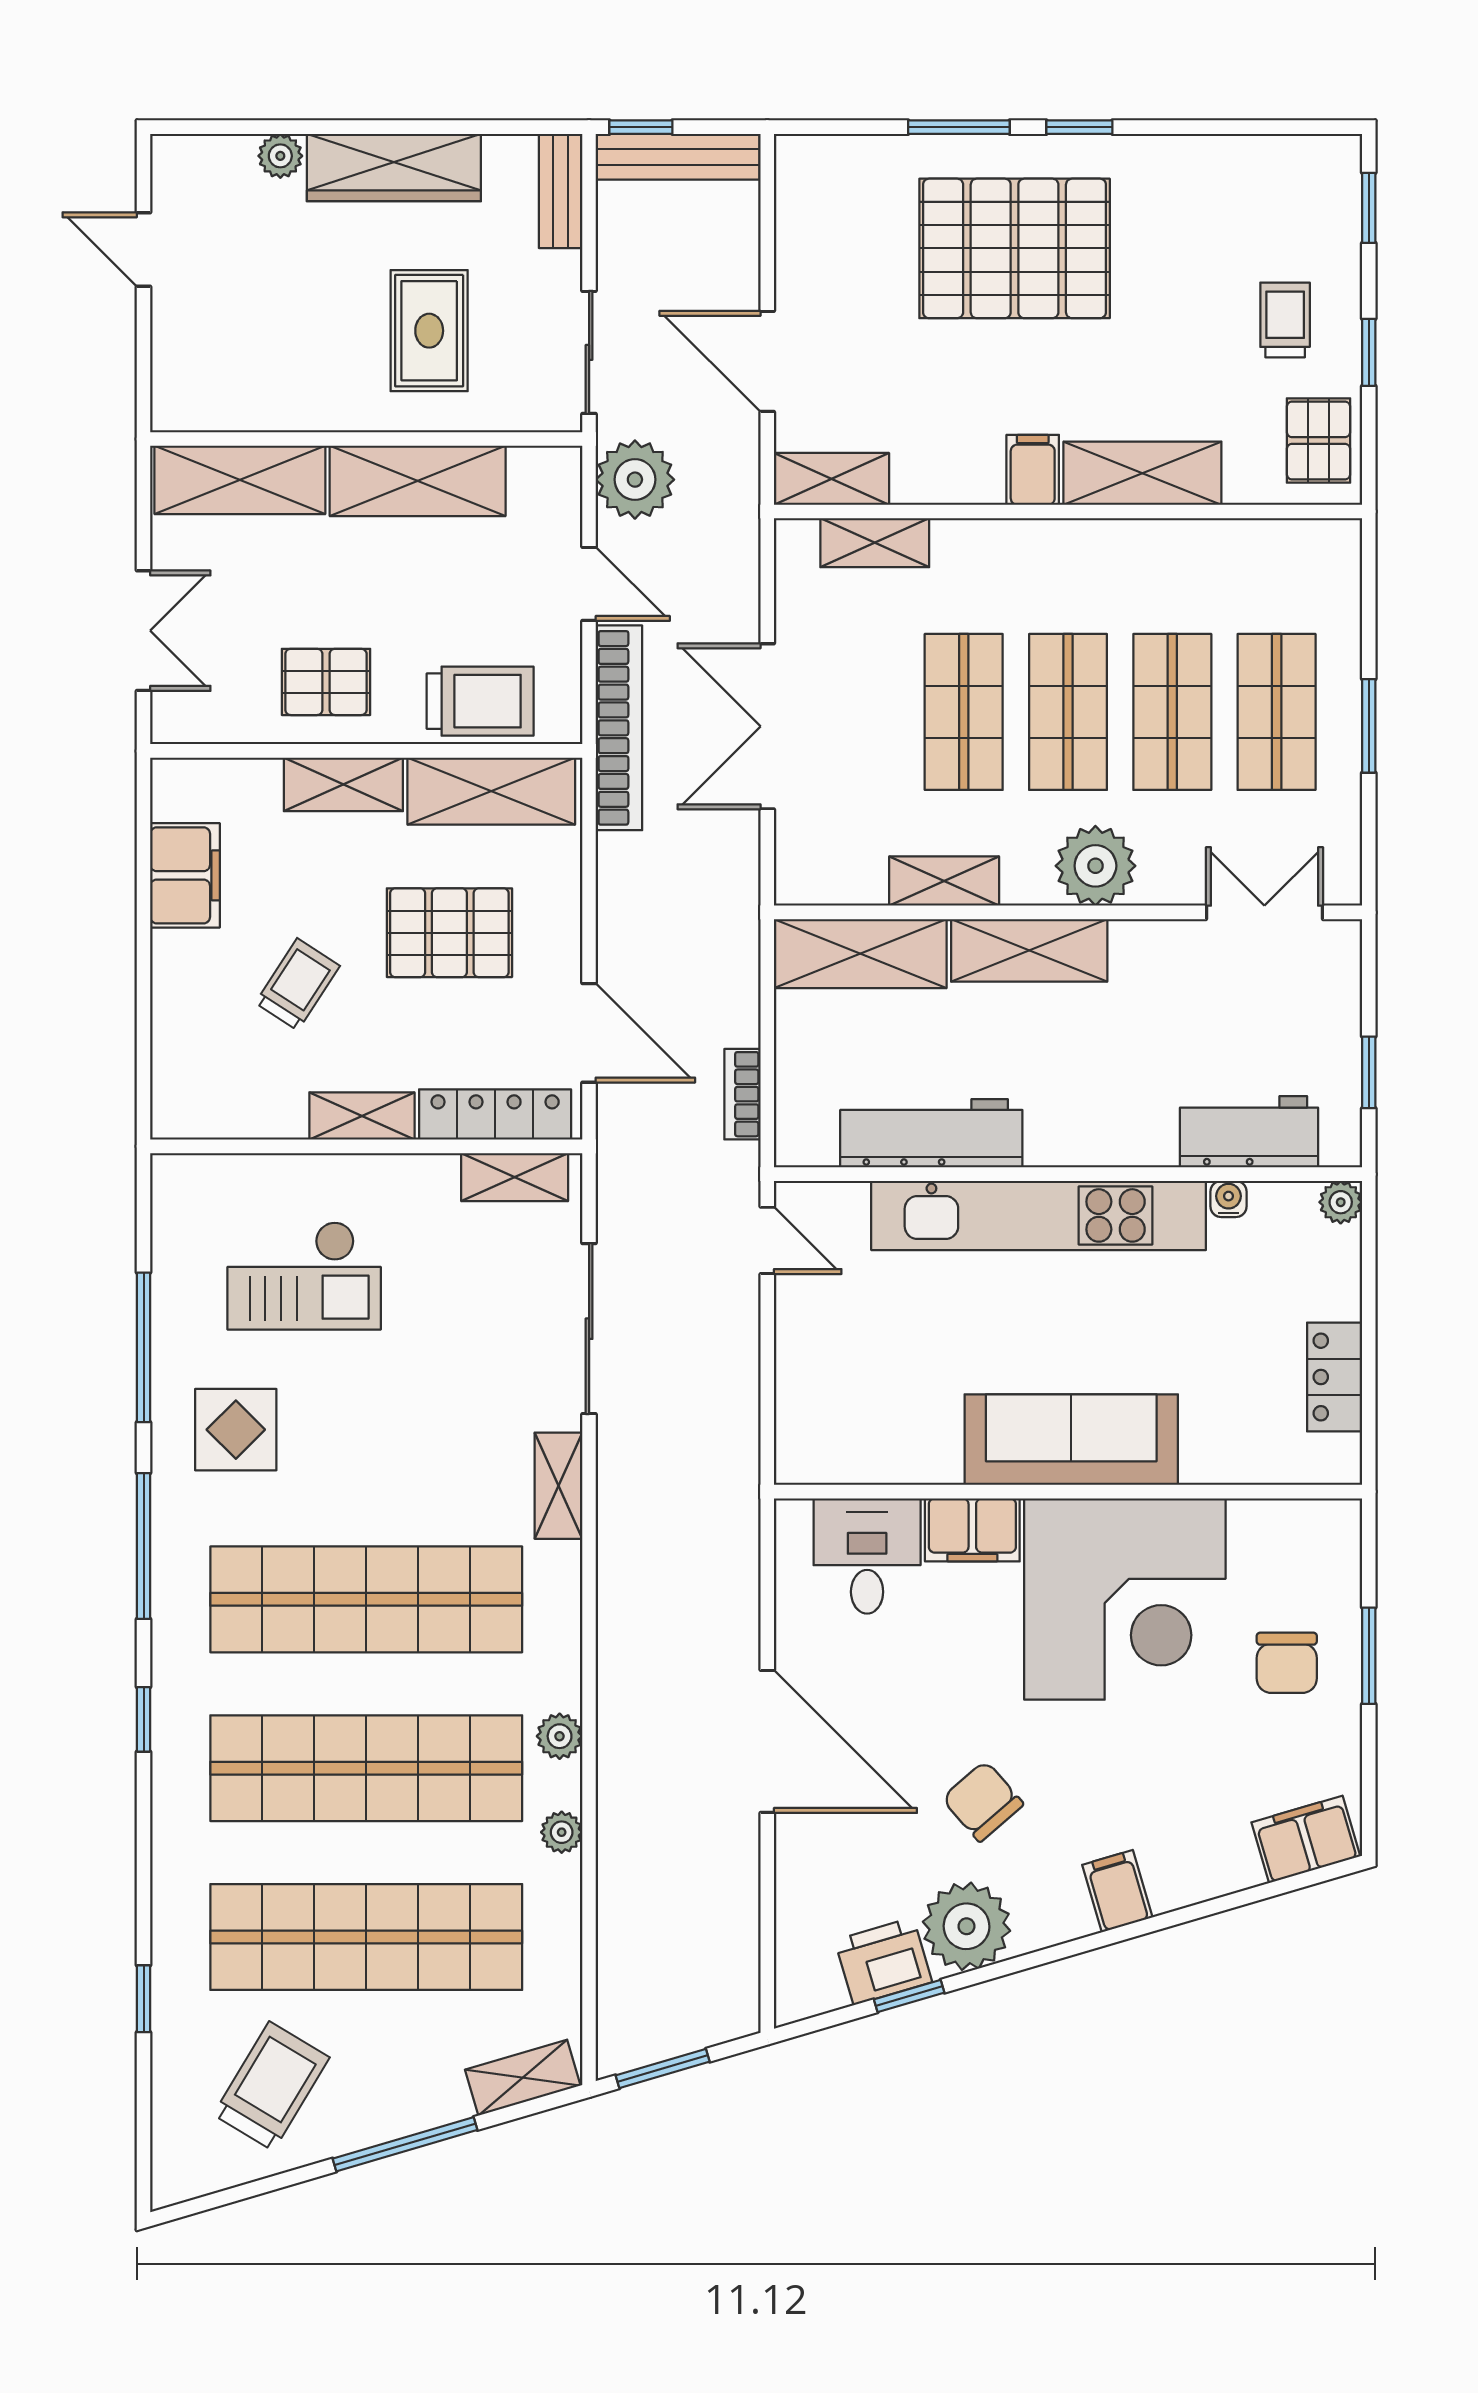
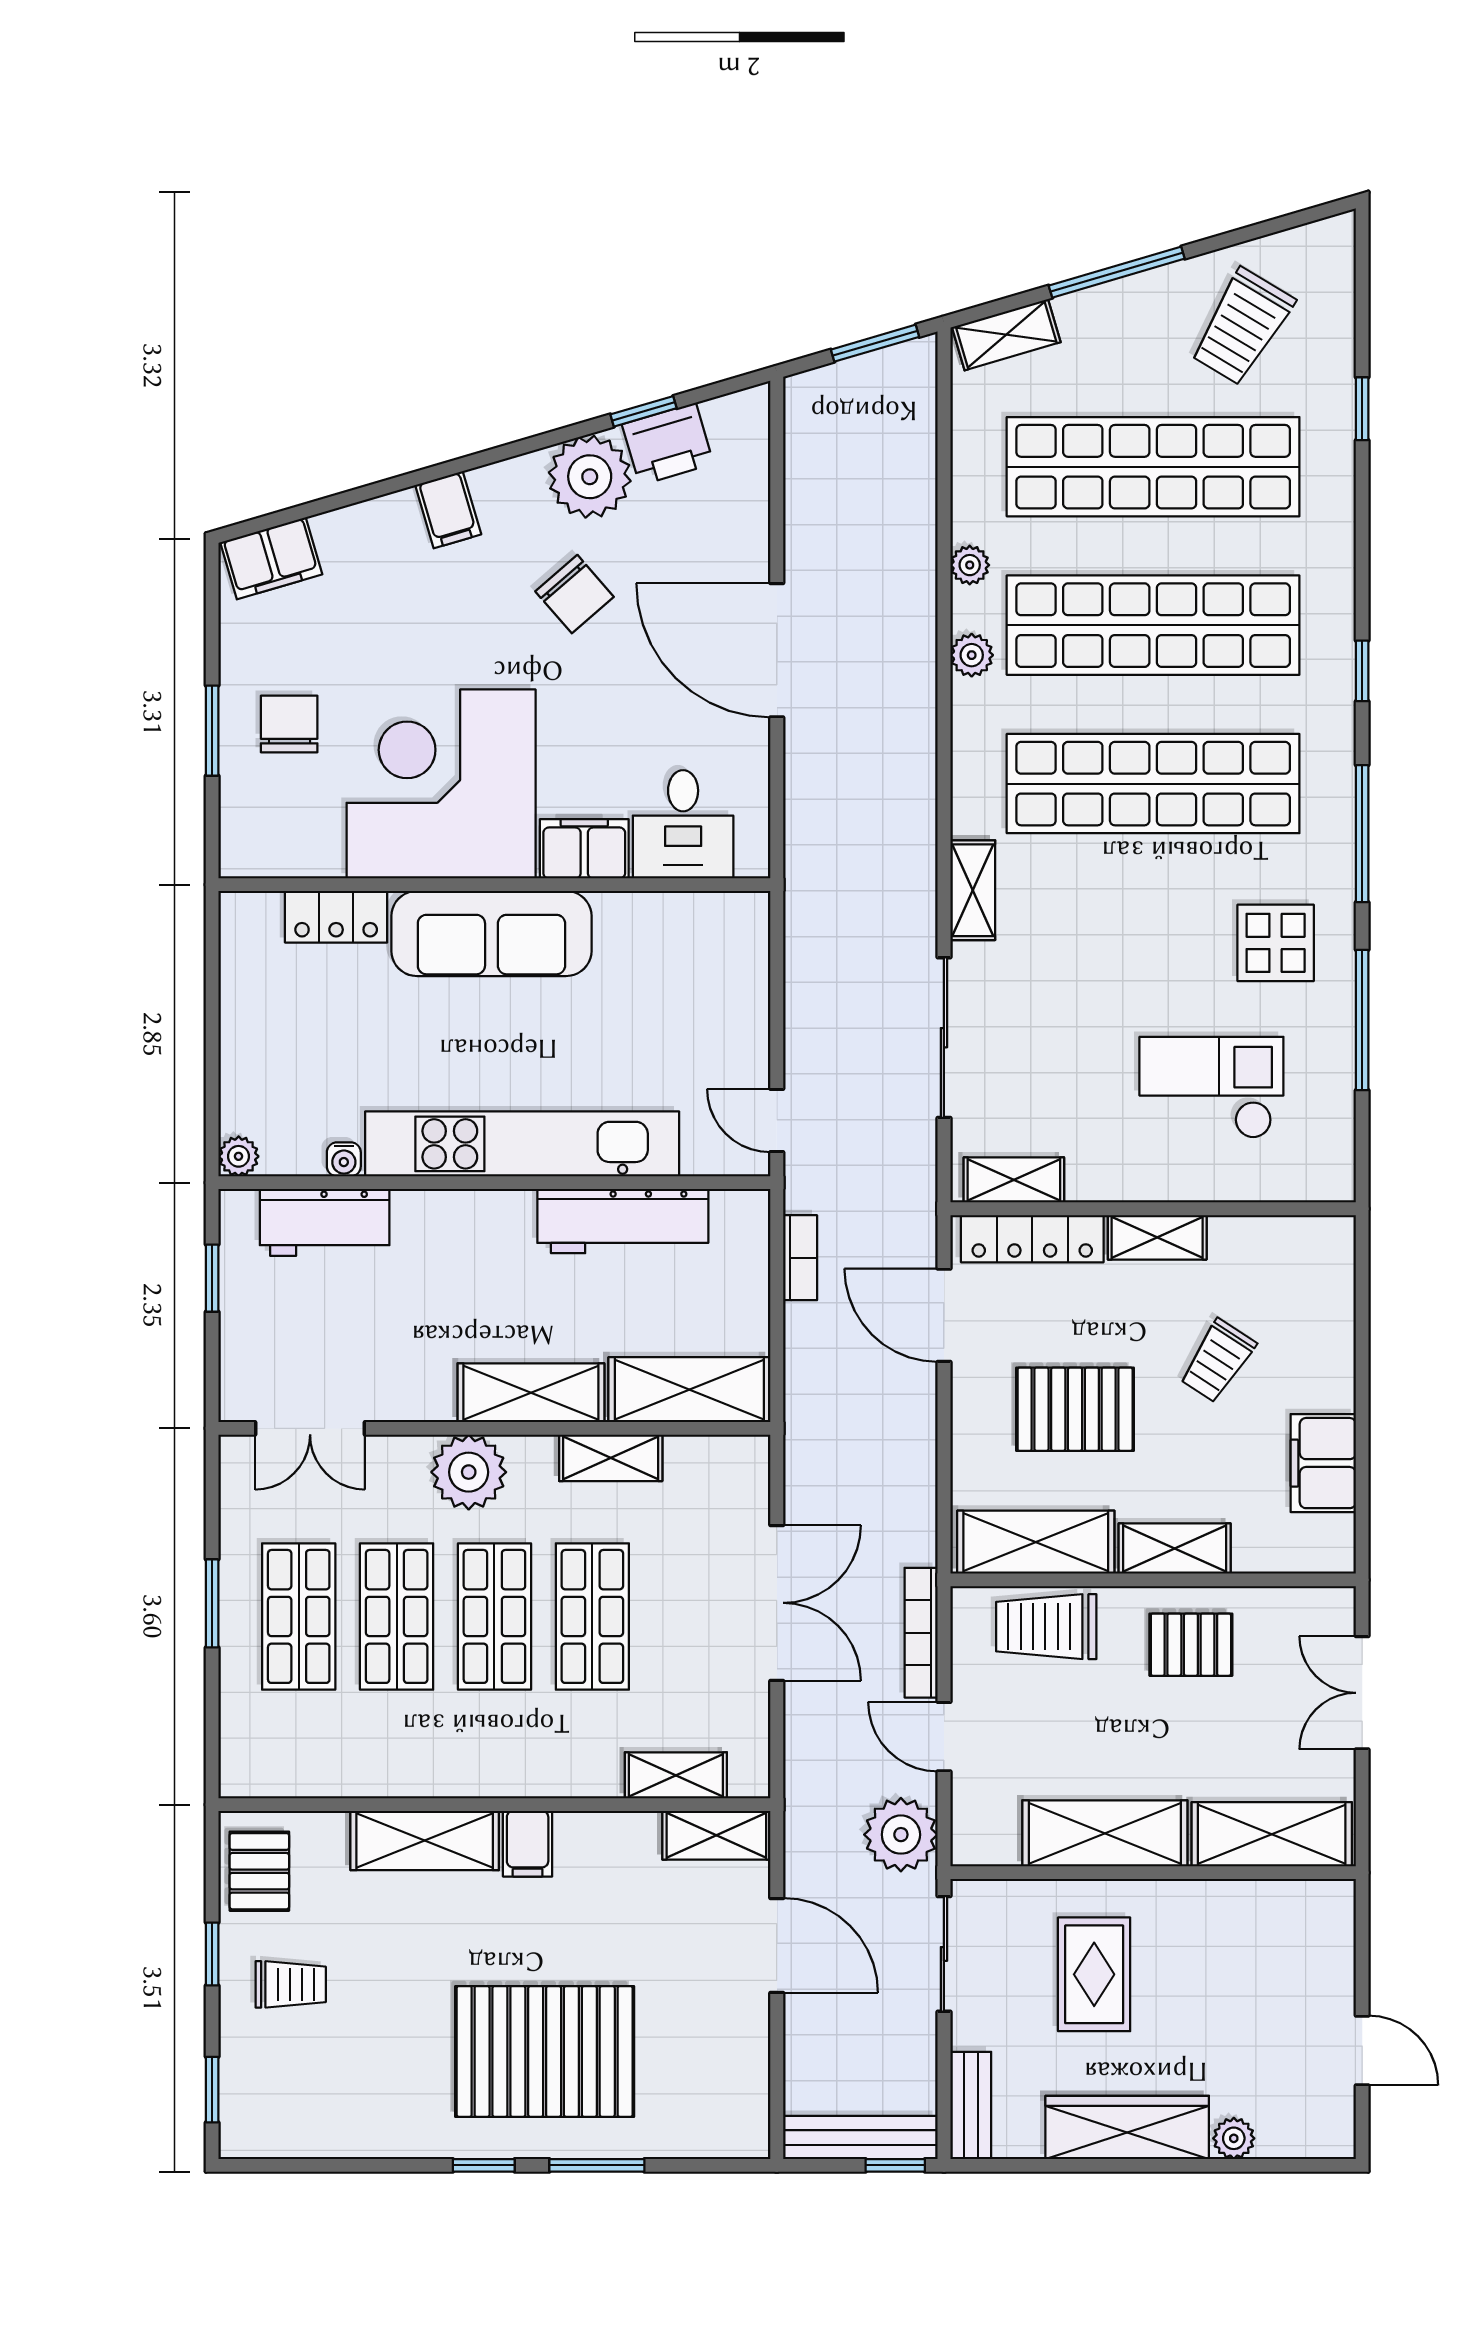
trolley: (1285, 320) -> (291, 1984), turned -90
bookcase: (619, 728) -> (921, 1633), width x0.68, depth x0.76
locker: (1335, 1377) -> (336, 917), moved, turned 90

